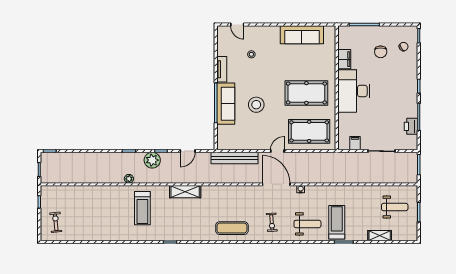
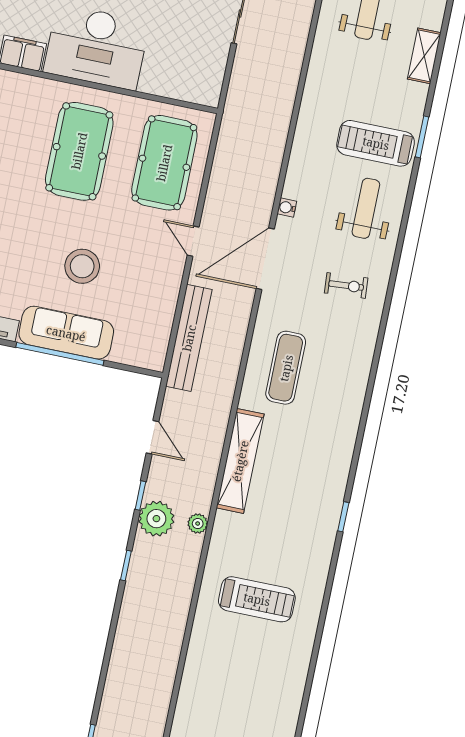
filing cabinet: (355, 143) -> (211, 68), removed
plant: (129, 179) -> (198, 524), moved
shelving: (185, 192) -> (240, 461), width x1.47
treadmill: (142, 208) -> (257, 599), moved
exercise mat: (232, 228) -> (286, 368), moved

